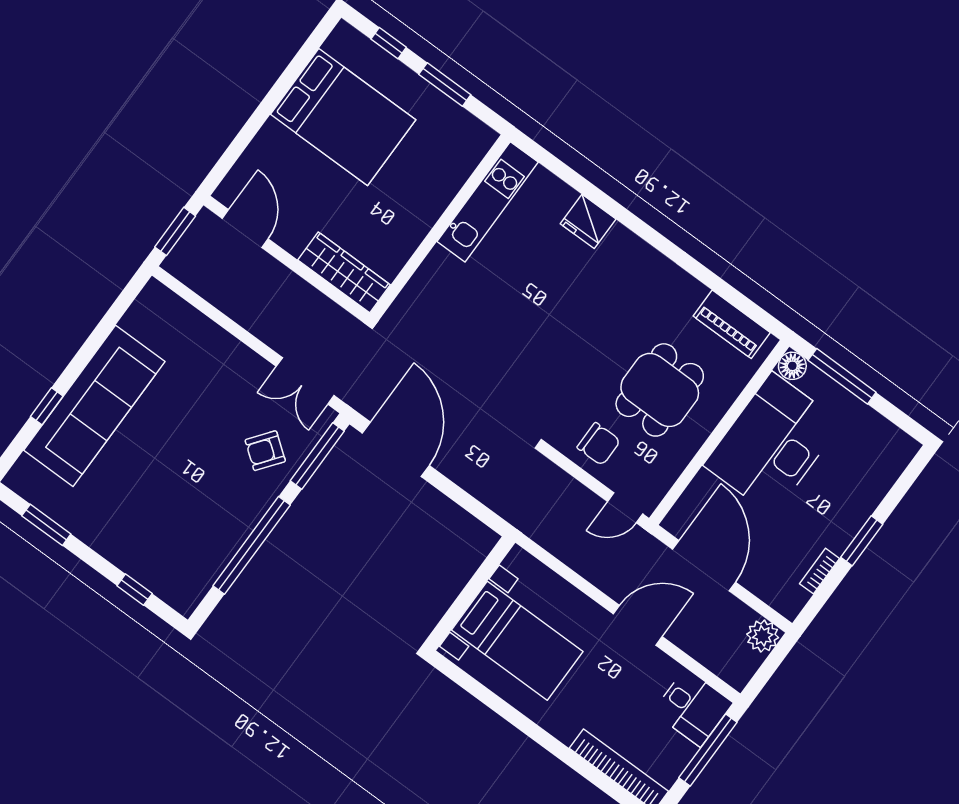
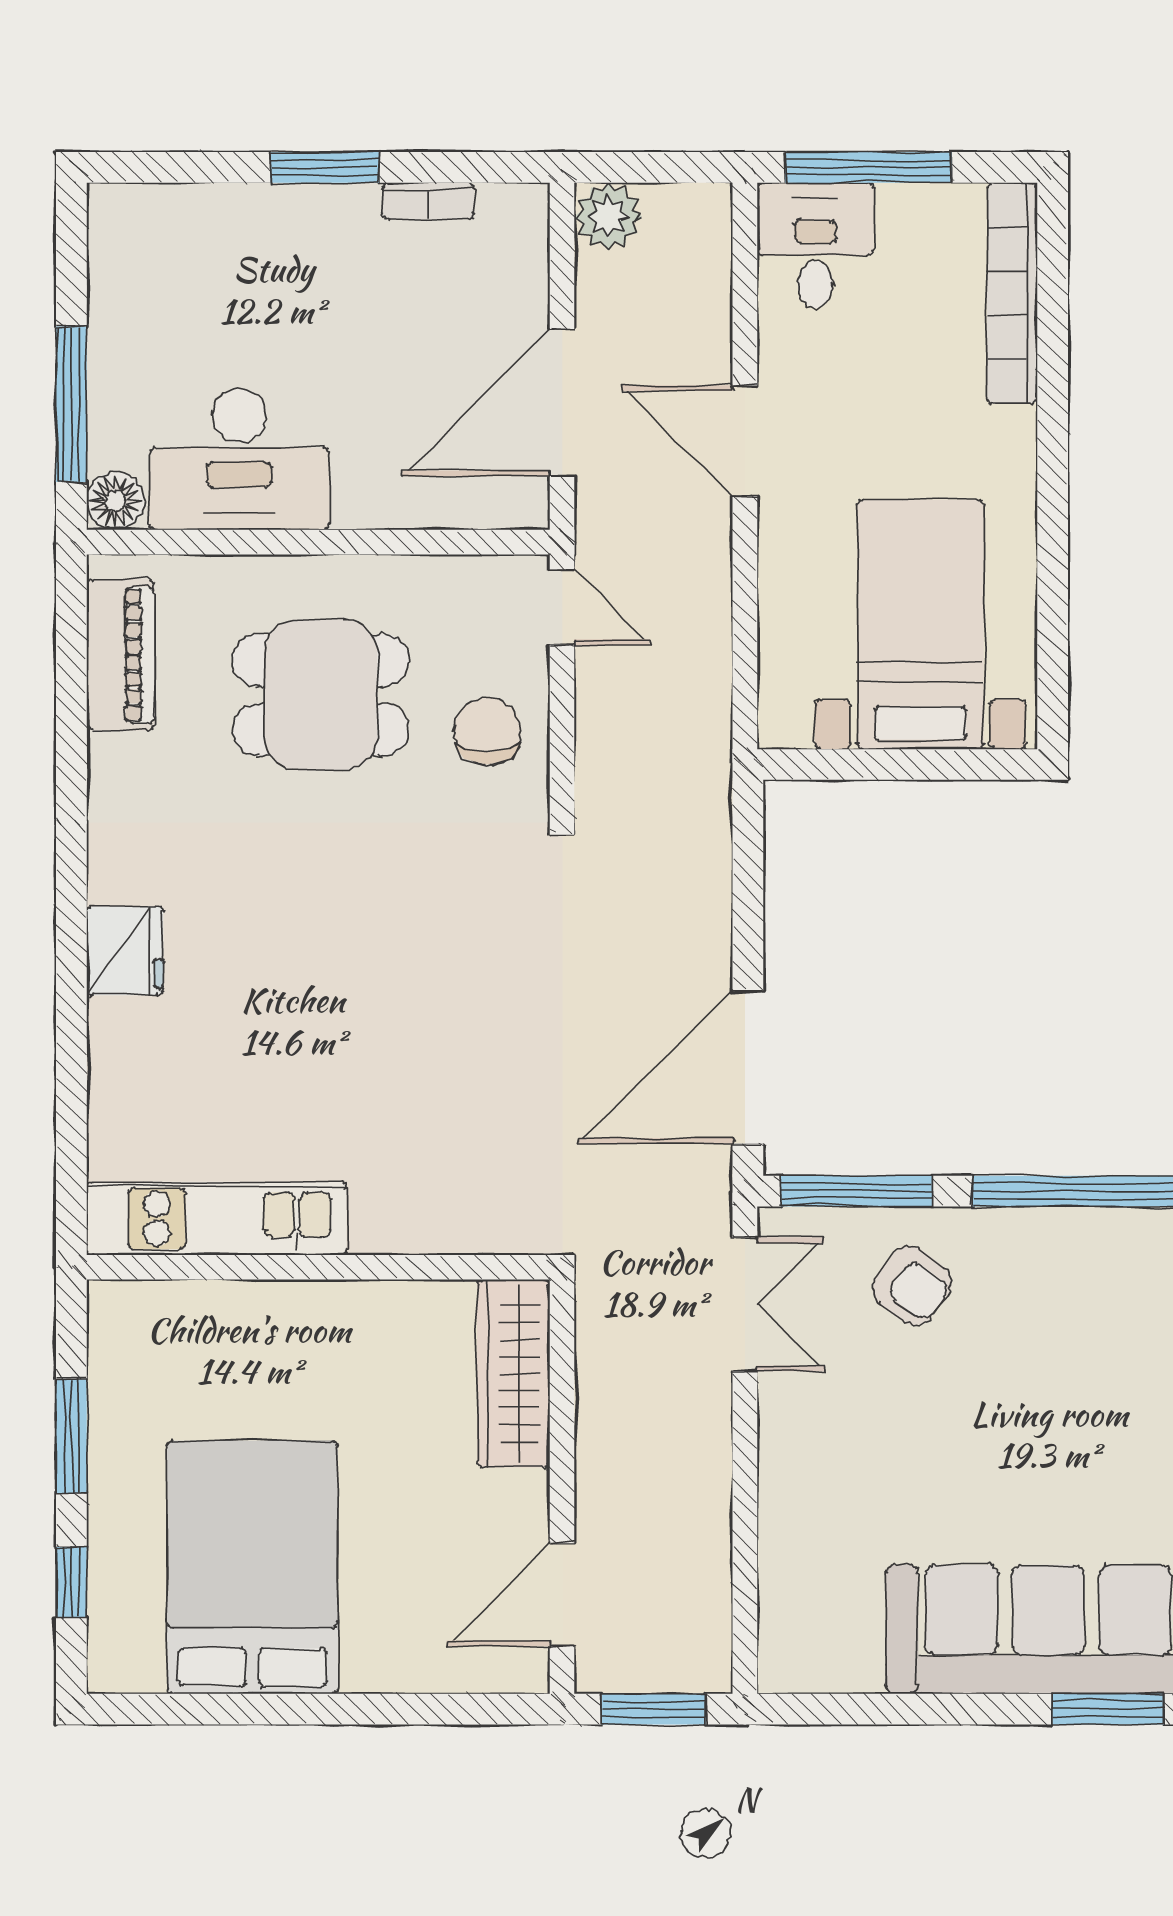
fridge: (588, 221) -> (125, 951), moved
window: (47, 406) -> (1108, 1709), width x1.50
desk: (772, 444) -> (239, 459), width x0.73, depth x0.77

